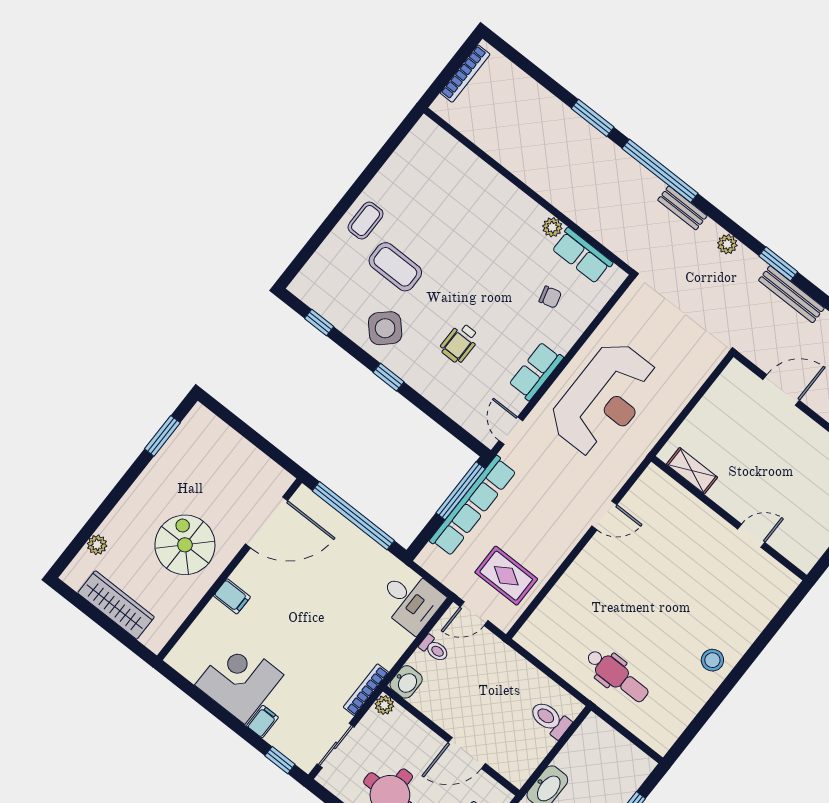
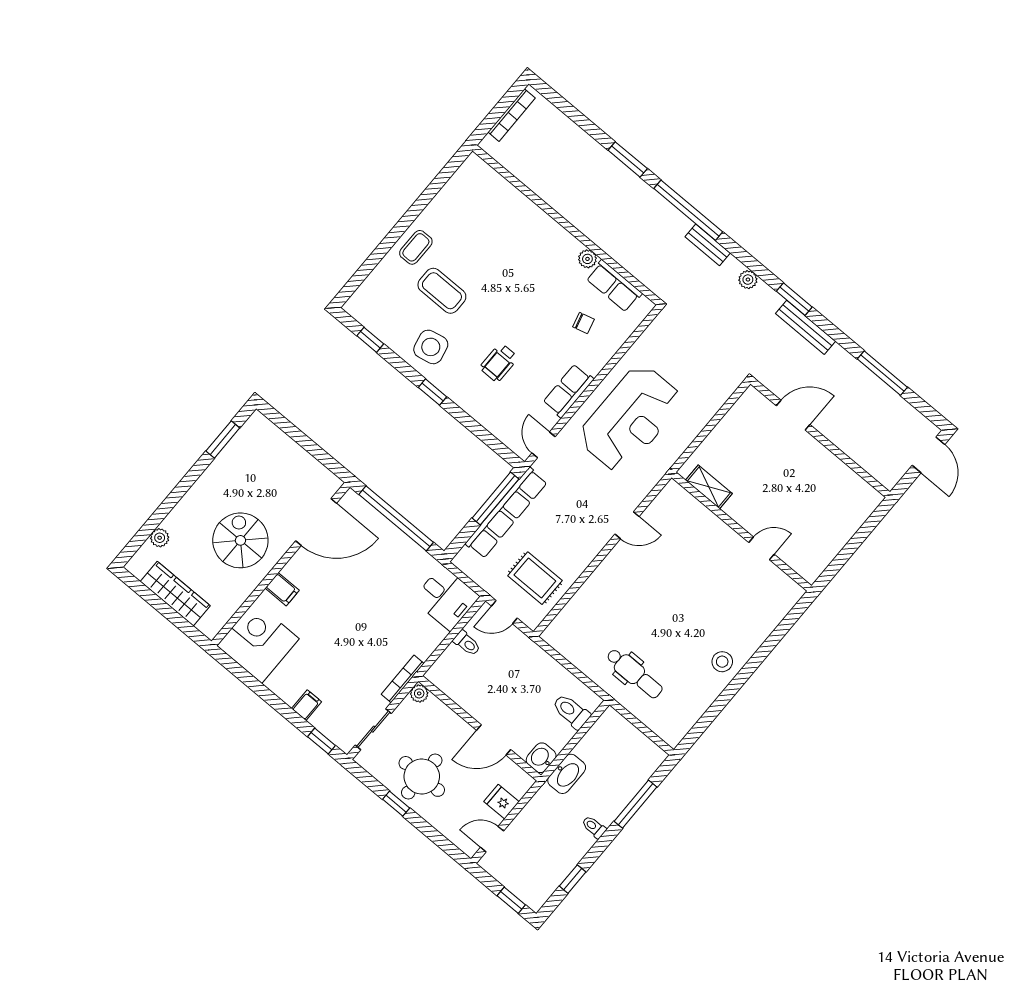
side table: (385, 328) -> (431, 347), turned 31
corner desk: (239, 680) -> (258, 642), moved
washbasin: (406, 682) -> (541, 758), moved, turned 180

